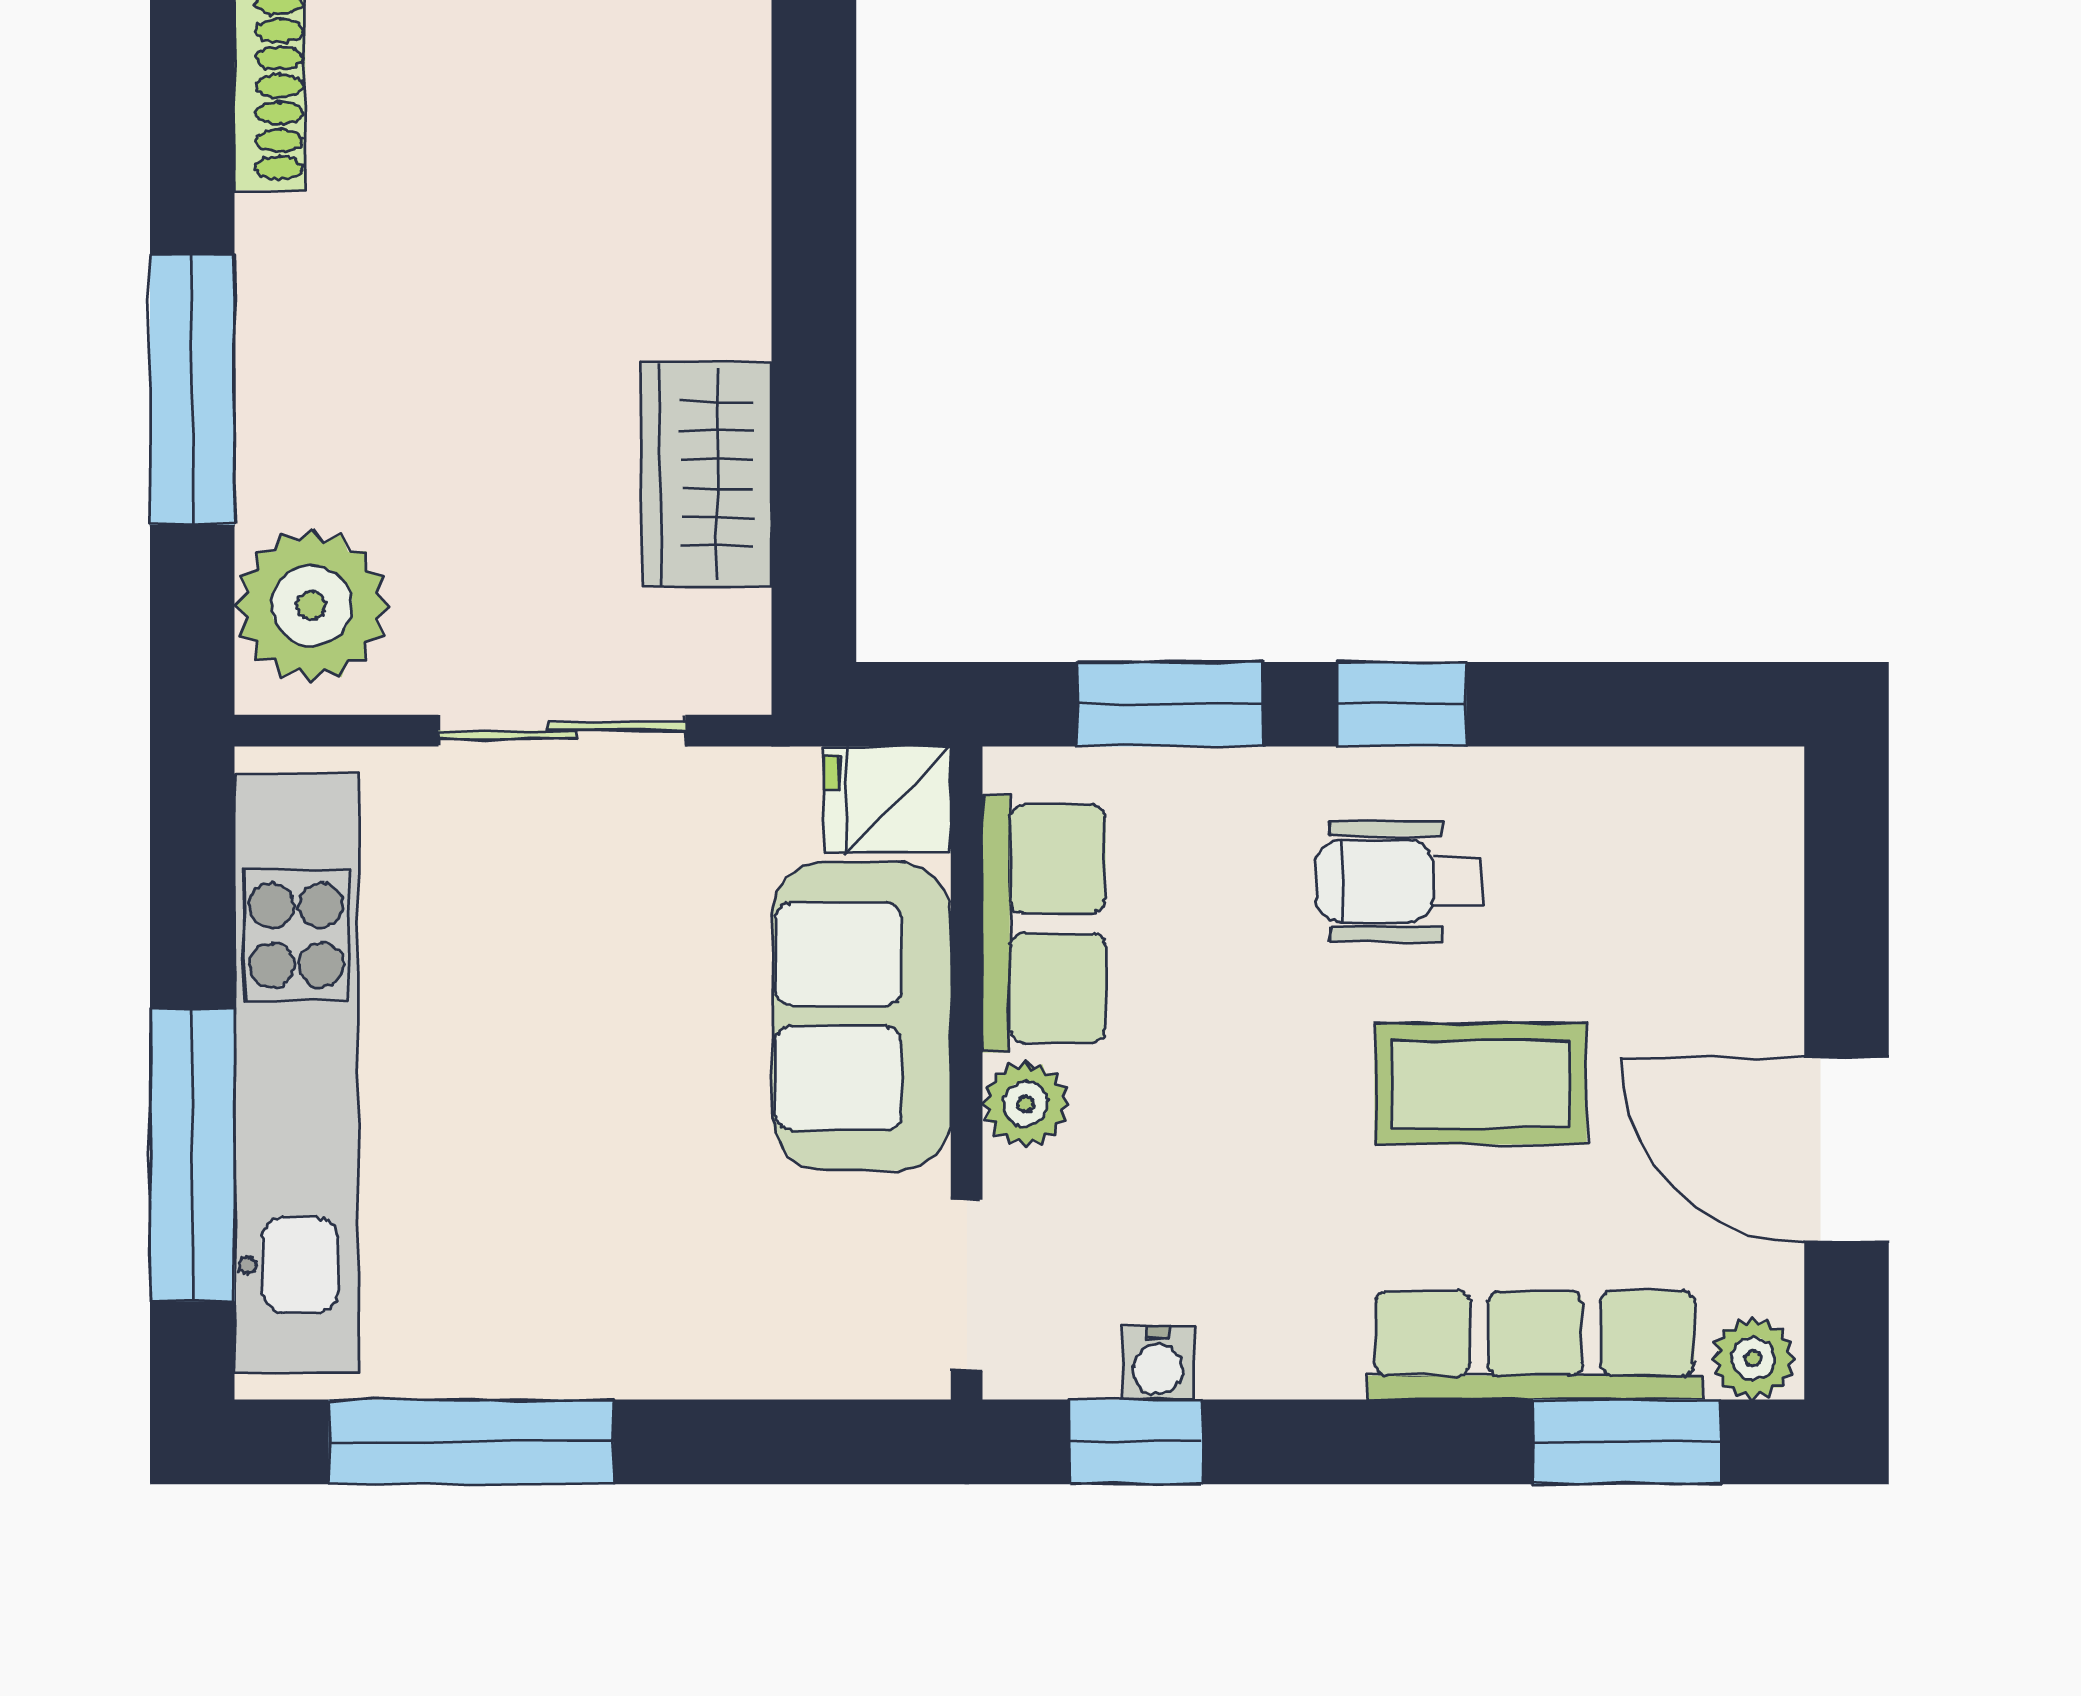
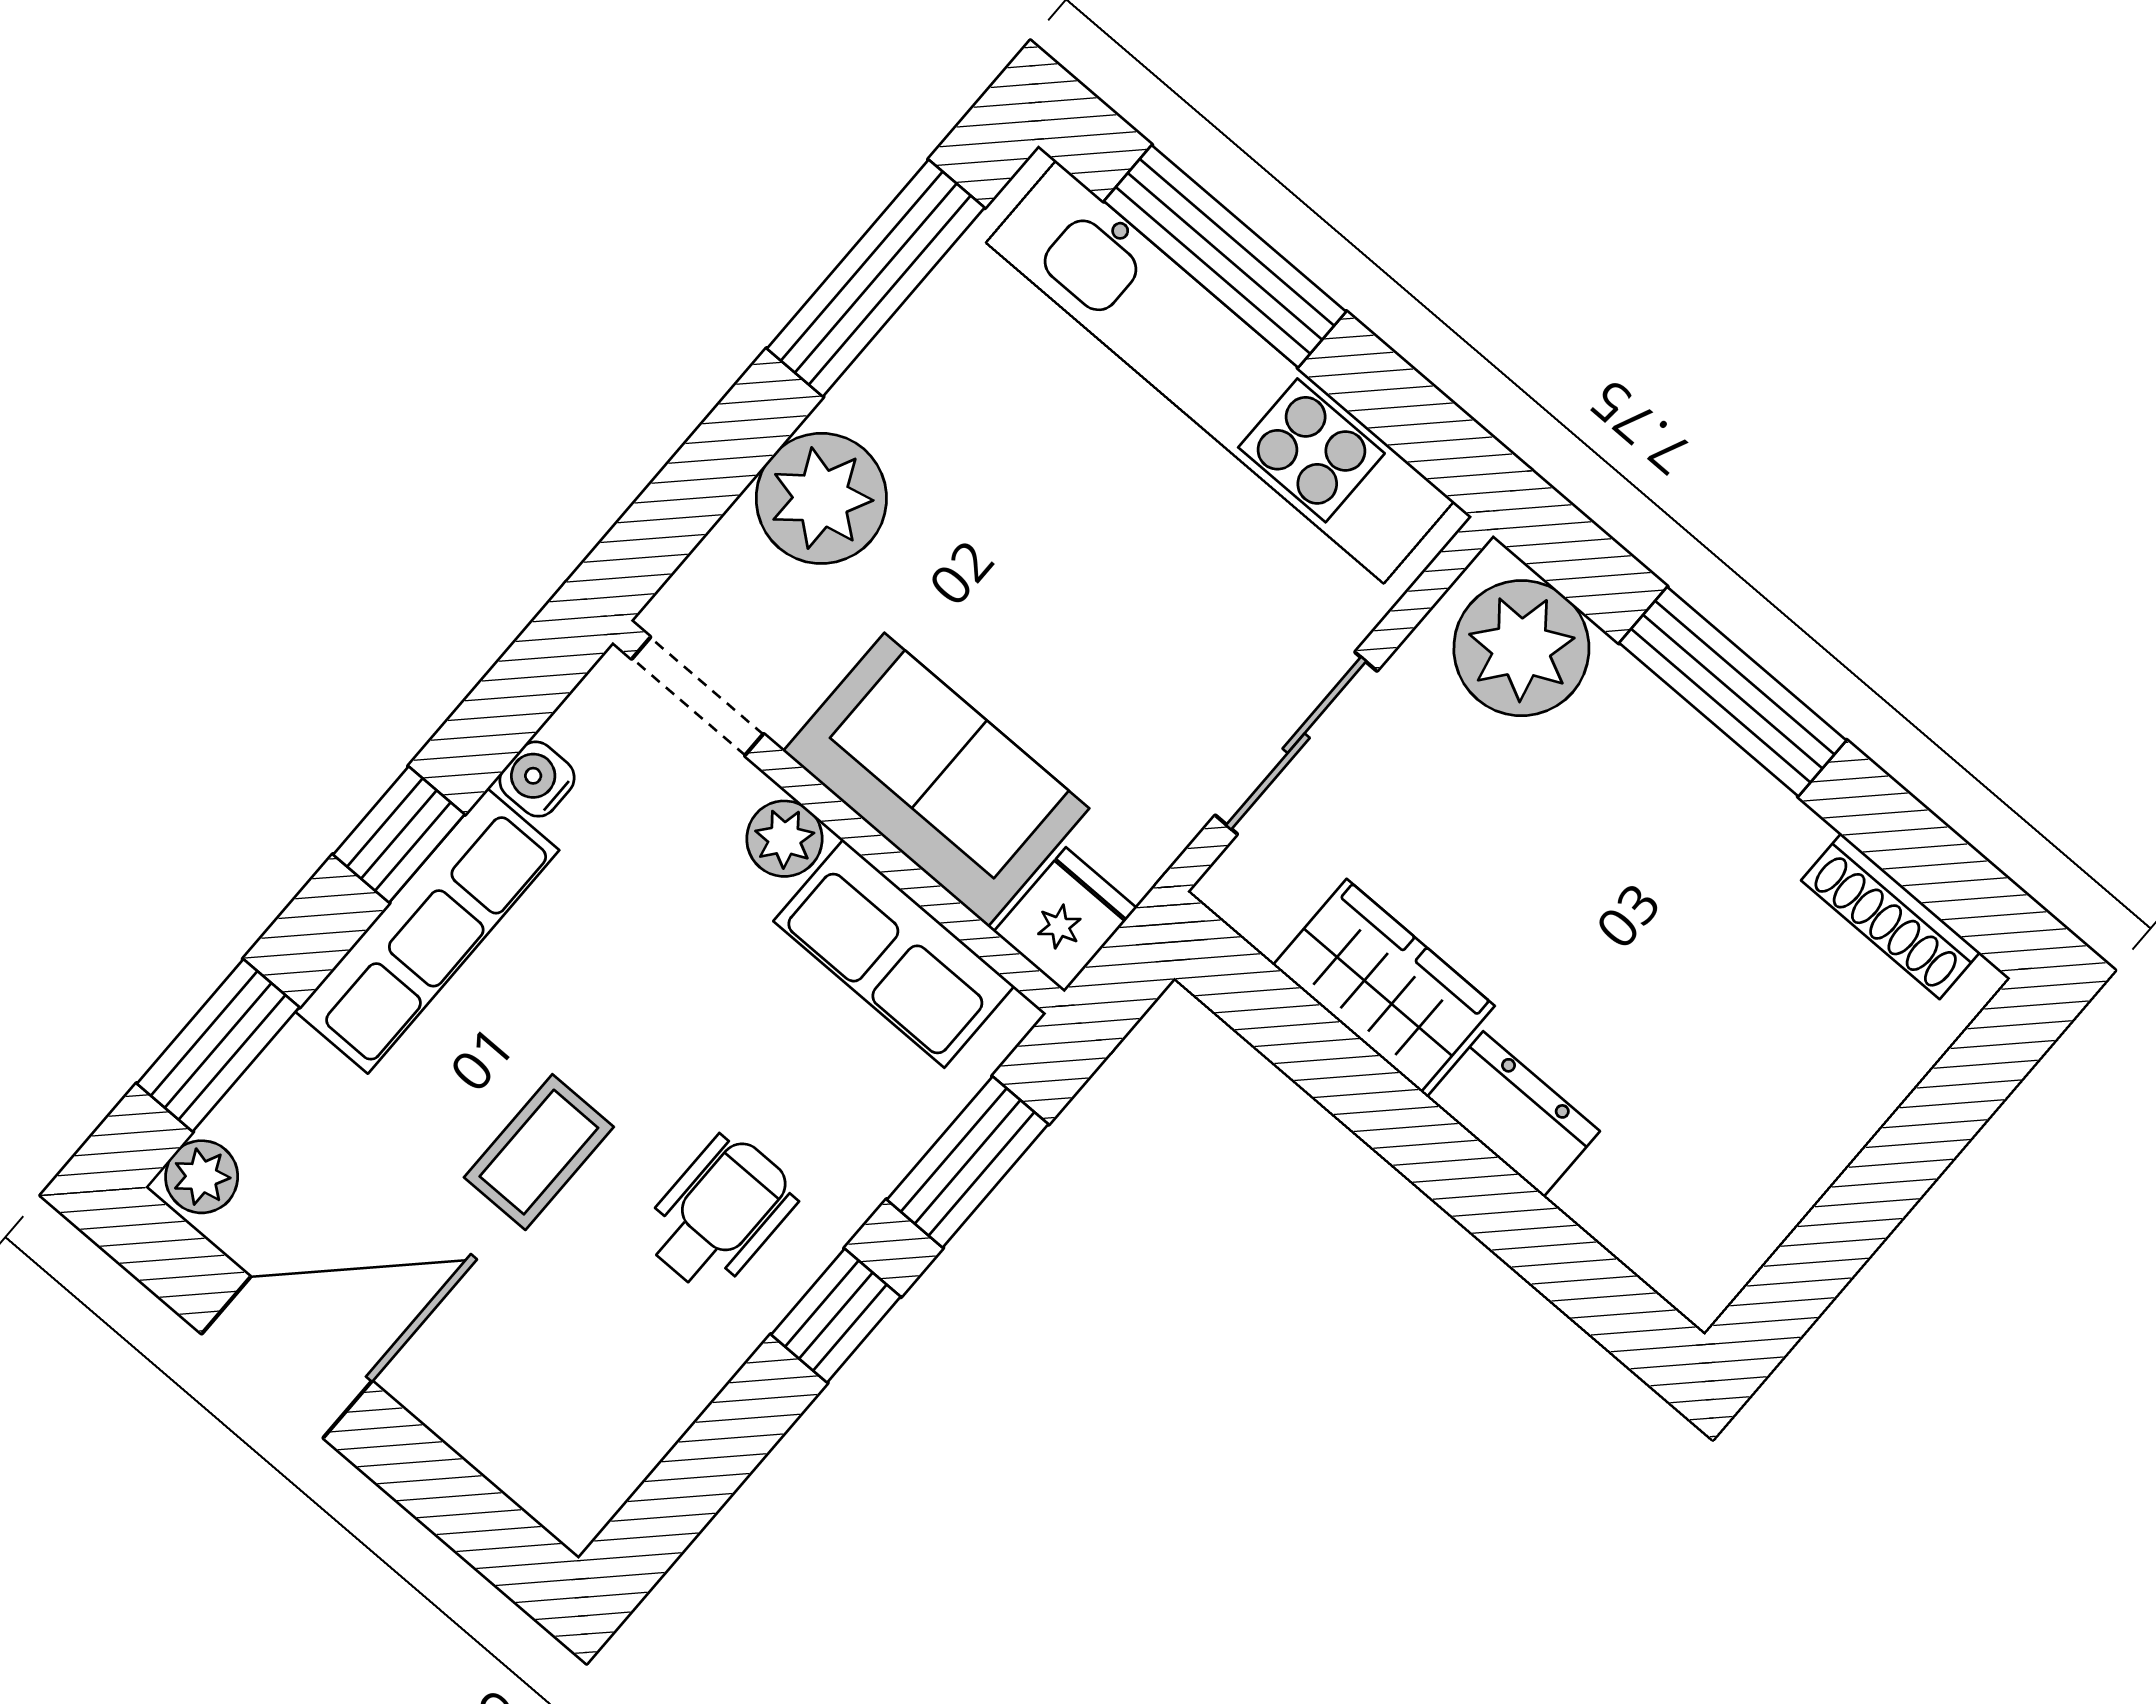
dresser: (722, 266) -> (1513, 1114), added
coffee table: (1481, 1084) -> (539, 1152), width x0.73, depth x0.77
plant: (703, 1325) -> (821, 498), added
row of seats: (1535, 1345) -> (427, 931), moved
window: (1136, 1442) -> (399, 835), moved

